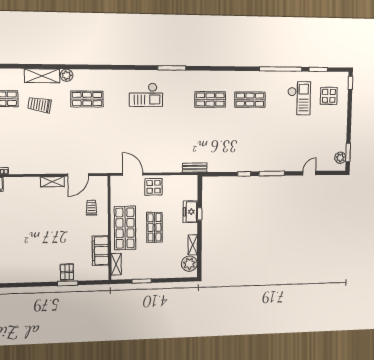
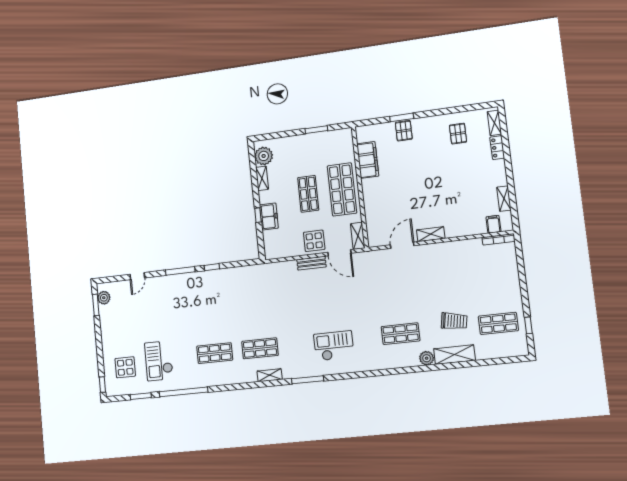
shelving: (204, 75) -> (270, 375), added
bench: (195, 168) -> (311, 263), moved
trolley: (91, 208) -> (383, 209), removed
shelving: (116, 264) -> (358, 236), moved
pallet: (21, 265) -> (458, 134), added

